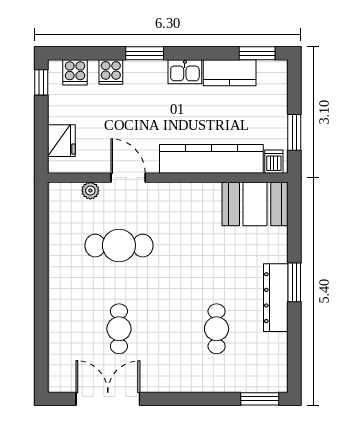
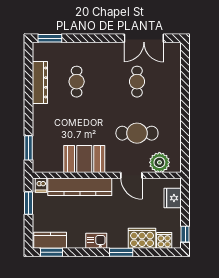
cooker: (111, 72) -> (142, 238), width x1.87, depth x1.31
kitchen counter: (230, 73) -> (50, 240), moved
plant: (90, 191) -> (159, 162), width x1.87, depth x1.87
booth: (255, 204) -> (84, 159), moved
window: (294, 282) -> (29, 148), moved
dresser: (276, 298) -> (40, 82), moved

